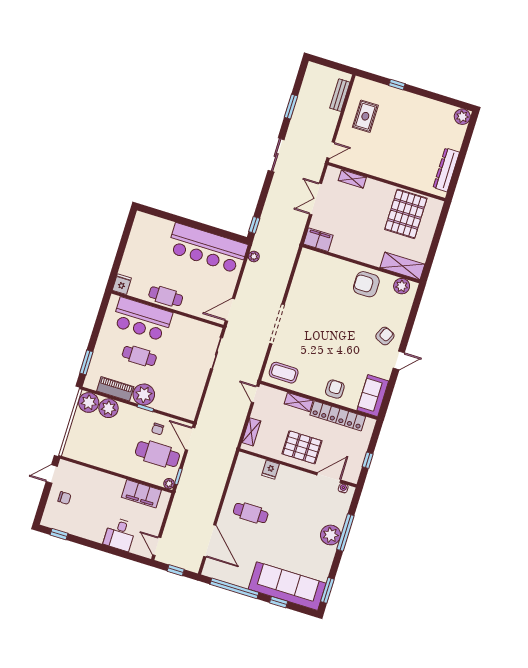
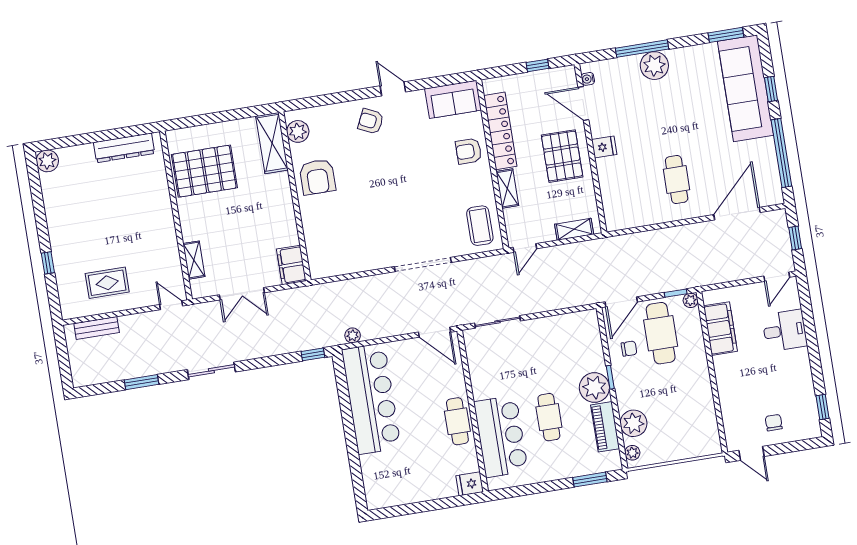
plant: (89, 402) -> (632, 453), width x0.53, depth x0.53
fridge: (270, 470) -> (604, 147), moved

